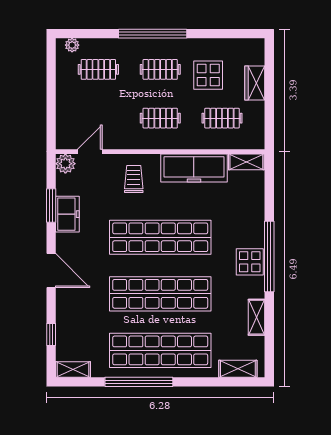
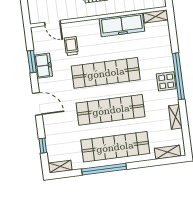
door: (90, 152) -> (52, 23), swing flipped
plant: (65, 164) -> (38, 33), removed
trolley: (134, 179) -> (71, 46), moved

